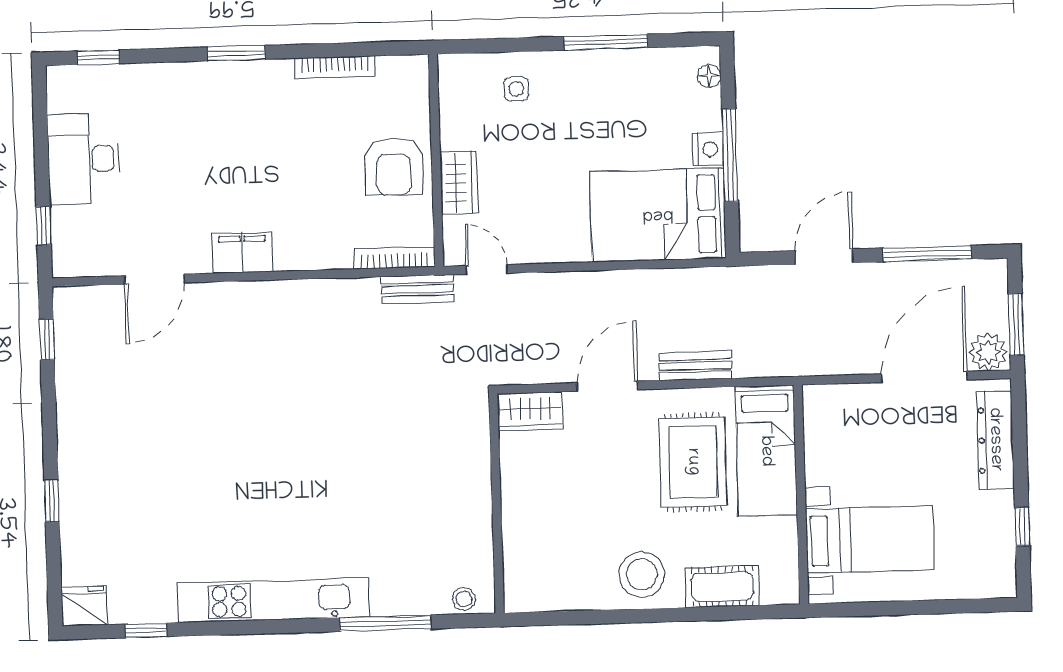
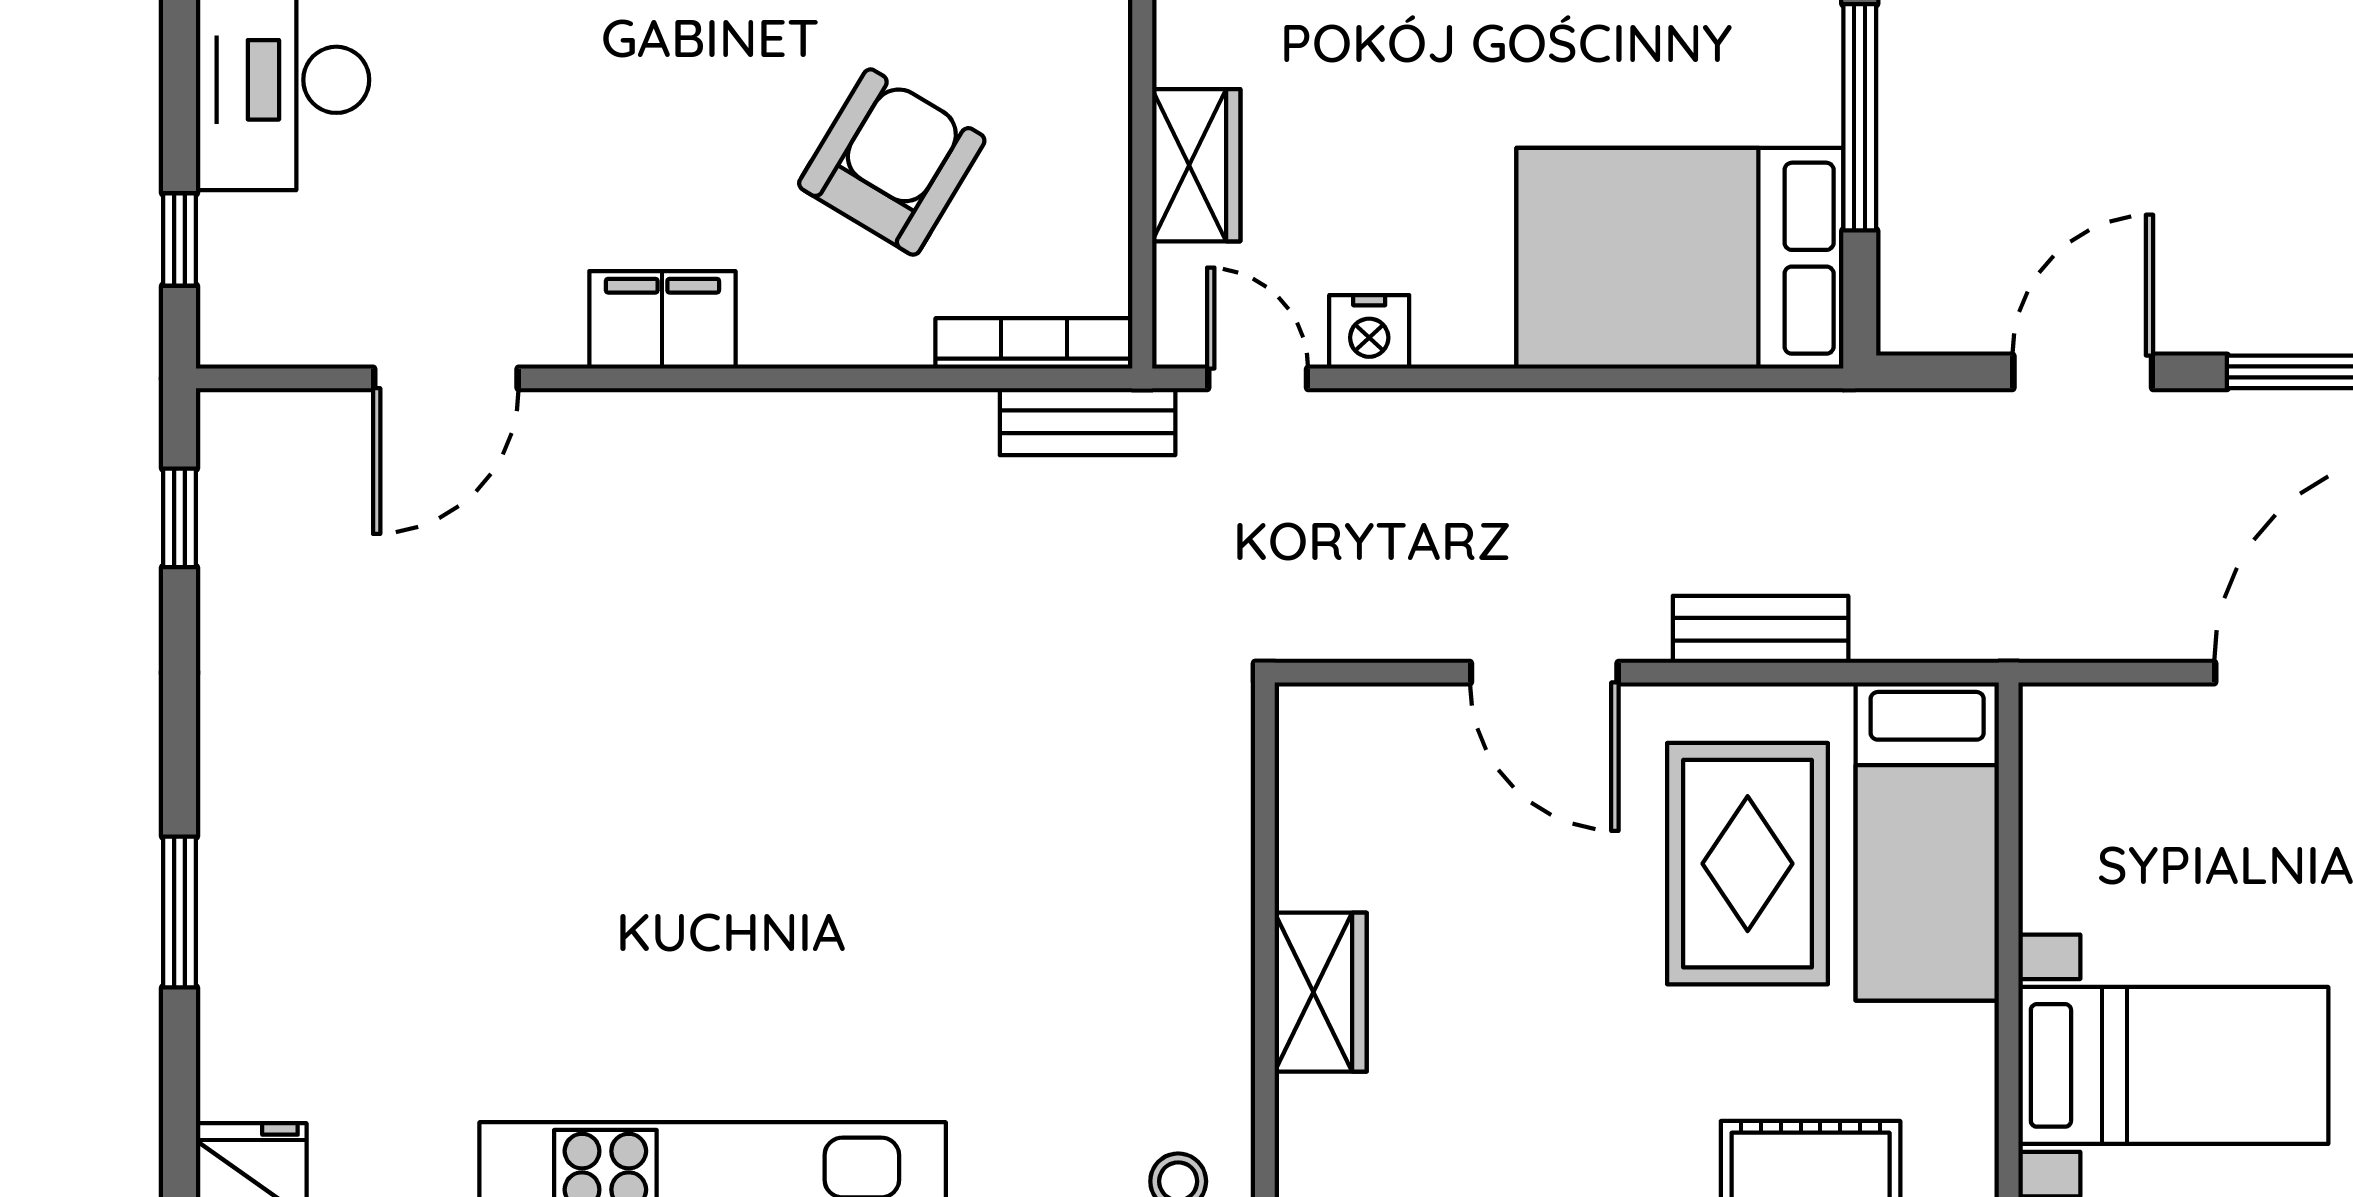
nightstand: (708, 149) -> (1369, 332), moved, turned 90
armchair: (394, 166) -> (892, 162), moved, turned -149
door: (607, 386) -> (1544, 673), swing flipped
wardrobe: (530, 412) -> (1321, 992), moved, turned -90
window: (52, 501) -> (179, 912), width x1.50
stool: (642, 574) -> (1615, 1134), removed

